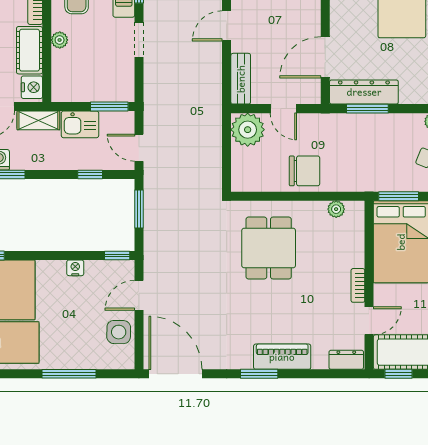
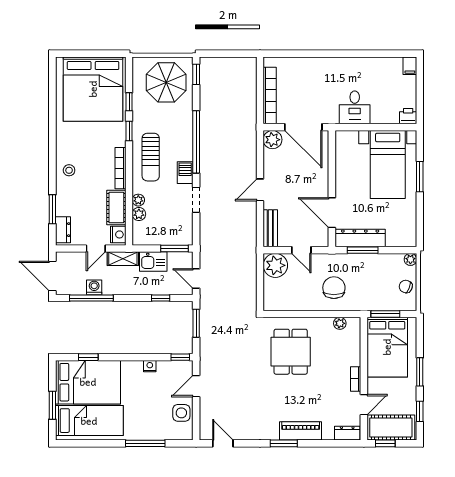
door: (325, 57) -> (332, 213), hinge flipped
plant: (60, 59) -> (139, 214), added
chair: (304, 171) -> (334, 288), moved, turned -90
door: (176, 374) -> (223, 443), width x0.53

